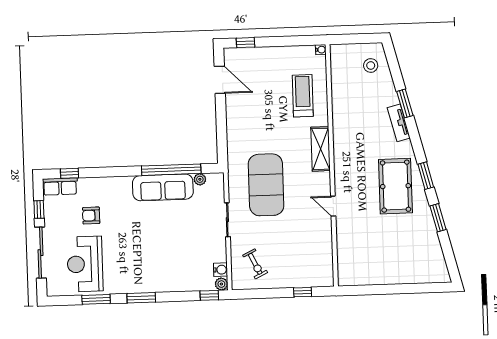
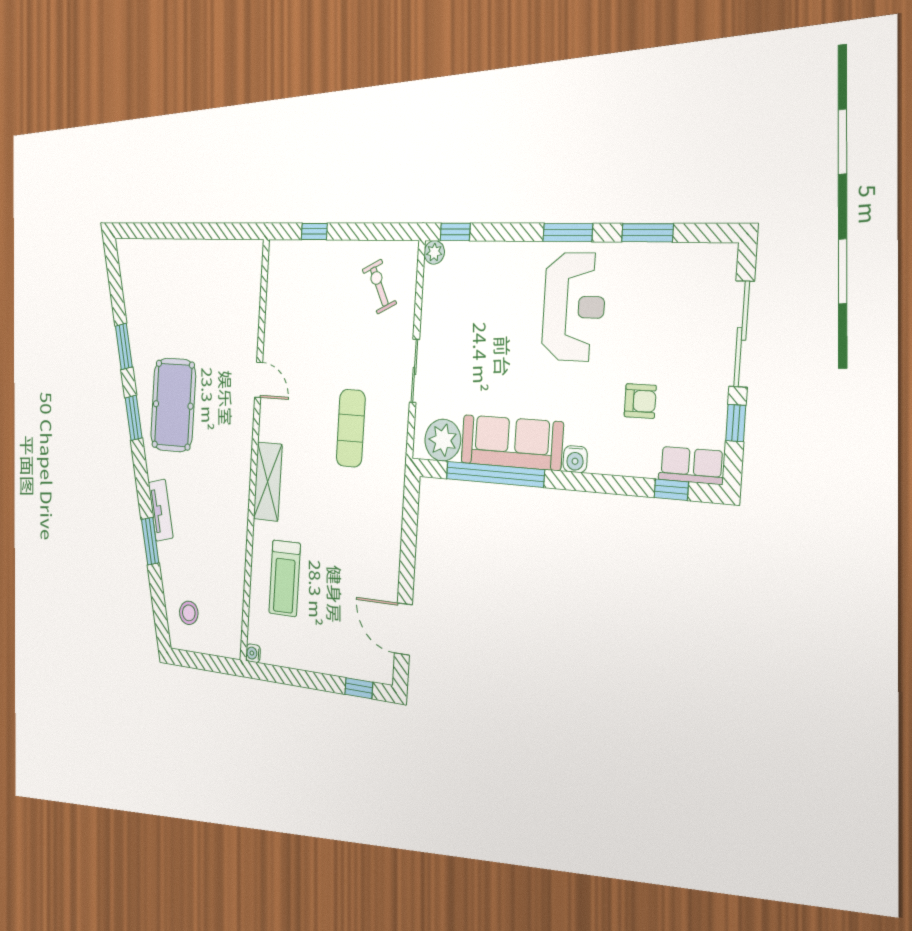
plant: (200, 179) -> (443, 440), width x1.88, depth x1.88
exercise mat: (266, 185) -> (351, 428), width x0.50, depth x0.69
reception desk: (85, 264) -> (574, 307), moved
water cooler: (220, 270) -> (575, 459), moved, turned -90

